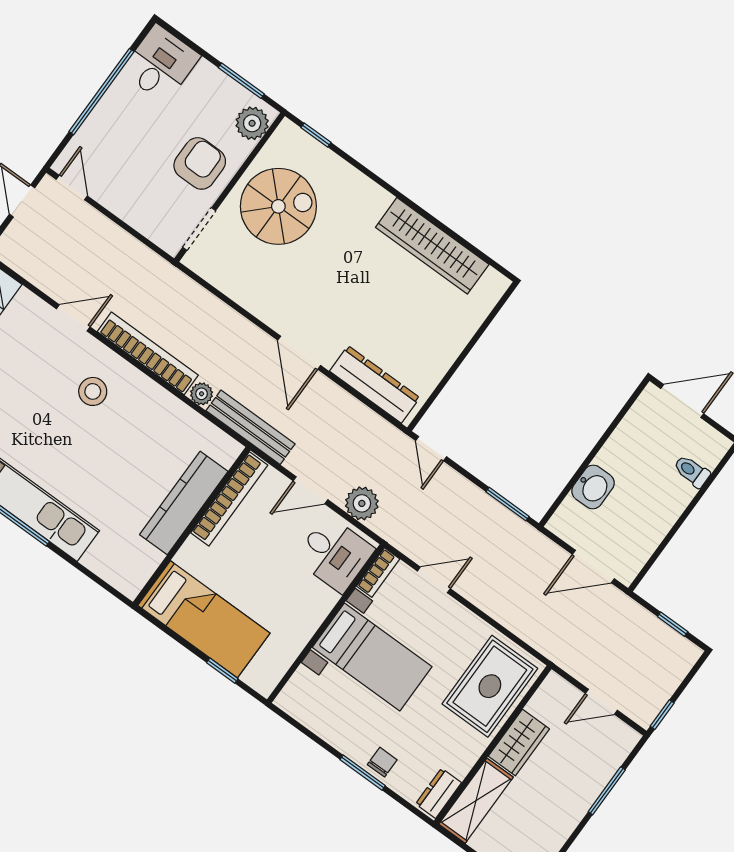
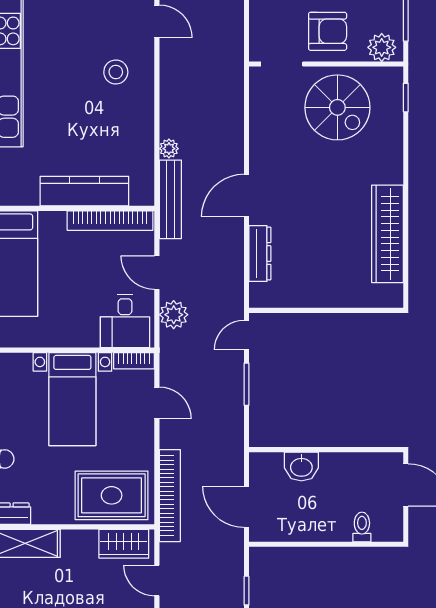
bookcase: (148, 353) -> (170, 496), moved
dresser: (375, 384) -> (260, 254), width x0.73, depth x0.80
window: (508, 504) -> (246, 384), moved
wardrobe: (519, 743) -> (124, 544), moved

